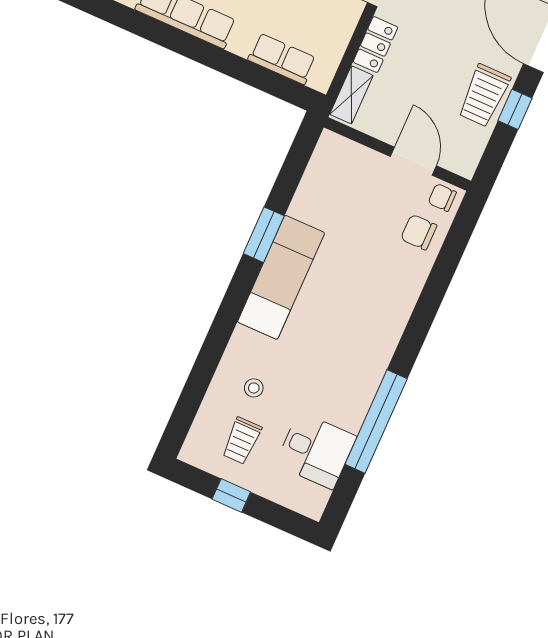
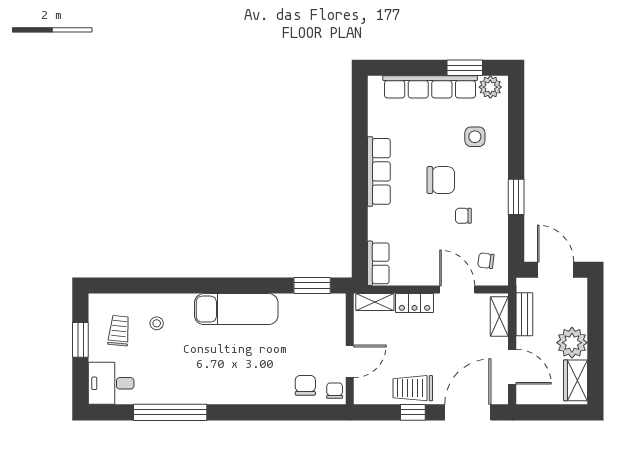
row of seats: (282, 59) -> (378, 263), moved
window: (264, 235) -> (312, 286), moved
trolley: (242, 441) -> (119, 331), turned 96
desk: (316, 450) -> (111, 383), moved, turned 90
window: (231, 495) -> (80, 340), width x1.50

